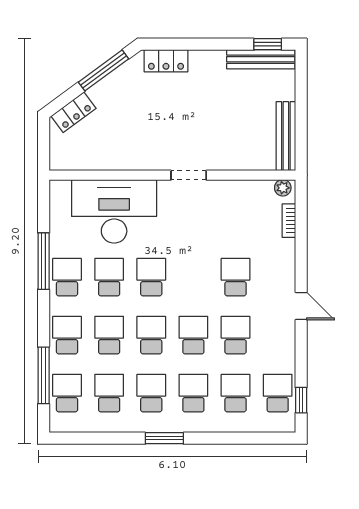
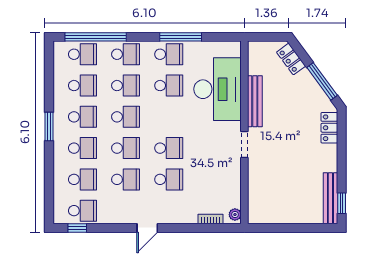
bench: (286, 136) -> (255, 101), moved, turned 90
school desk: (151, 277) -> (169, 148), moved
window: (44, 375) -> (96, 37), width x1.46

